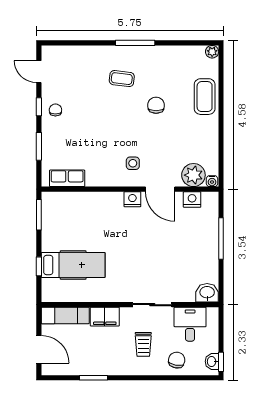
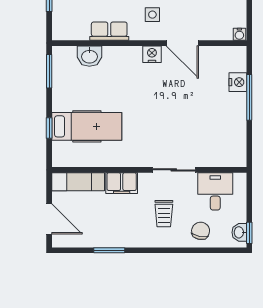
plant: (193, 175) -> (219, 28), removed
row of seats: (67, 178) -> (109, 31), moved
nightstand: (192, 200) -> (238, 82), moved, turned 90
washbasin: (207, 293) -> (89, 56), moved, turned 180

